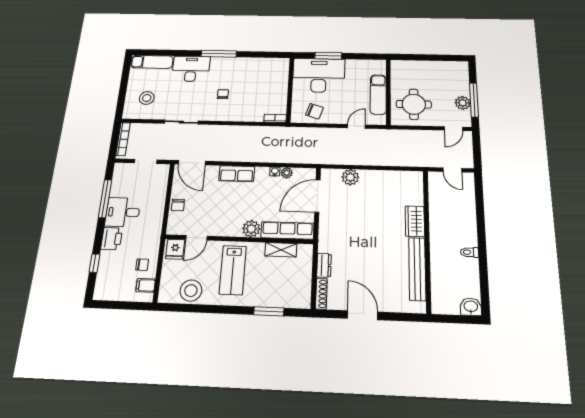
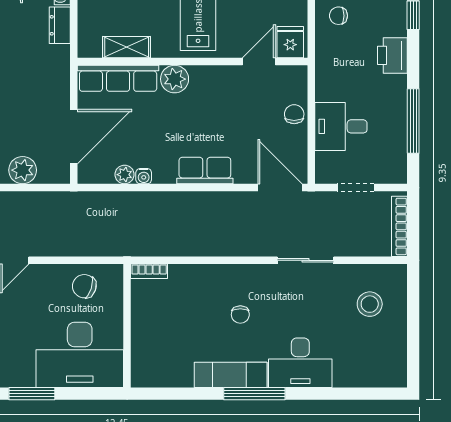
window: (328, 56) -> (32, 394), moved
exam couch: (152, 62) -> (231, 375), moved
desk: (123, 212) -> (341, 126), moved, turned 180

